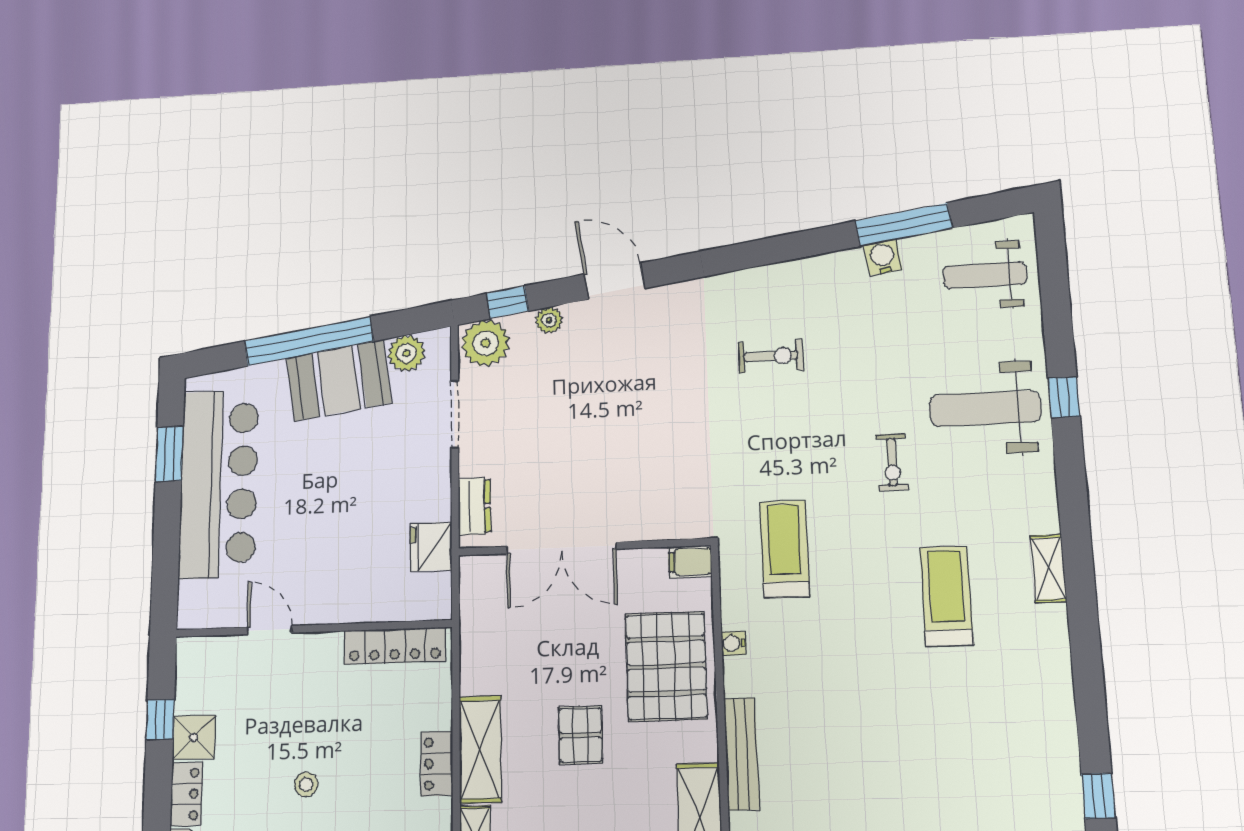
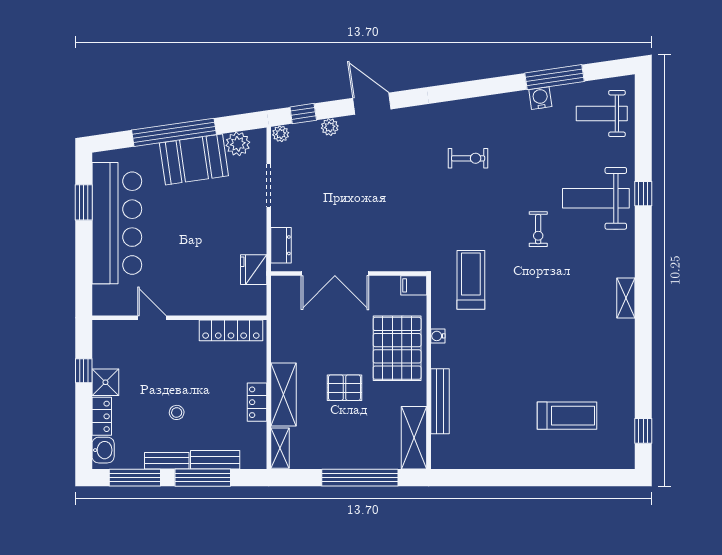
plant: (486, 343) -> (281, 134), width x0.53, depth x0.53
treadmill: (947, 596) -> (567, 416), moved, turned 90
pallet: (581, 735) -> (344, 388), turned 90

